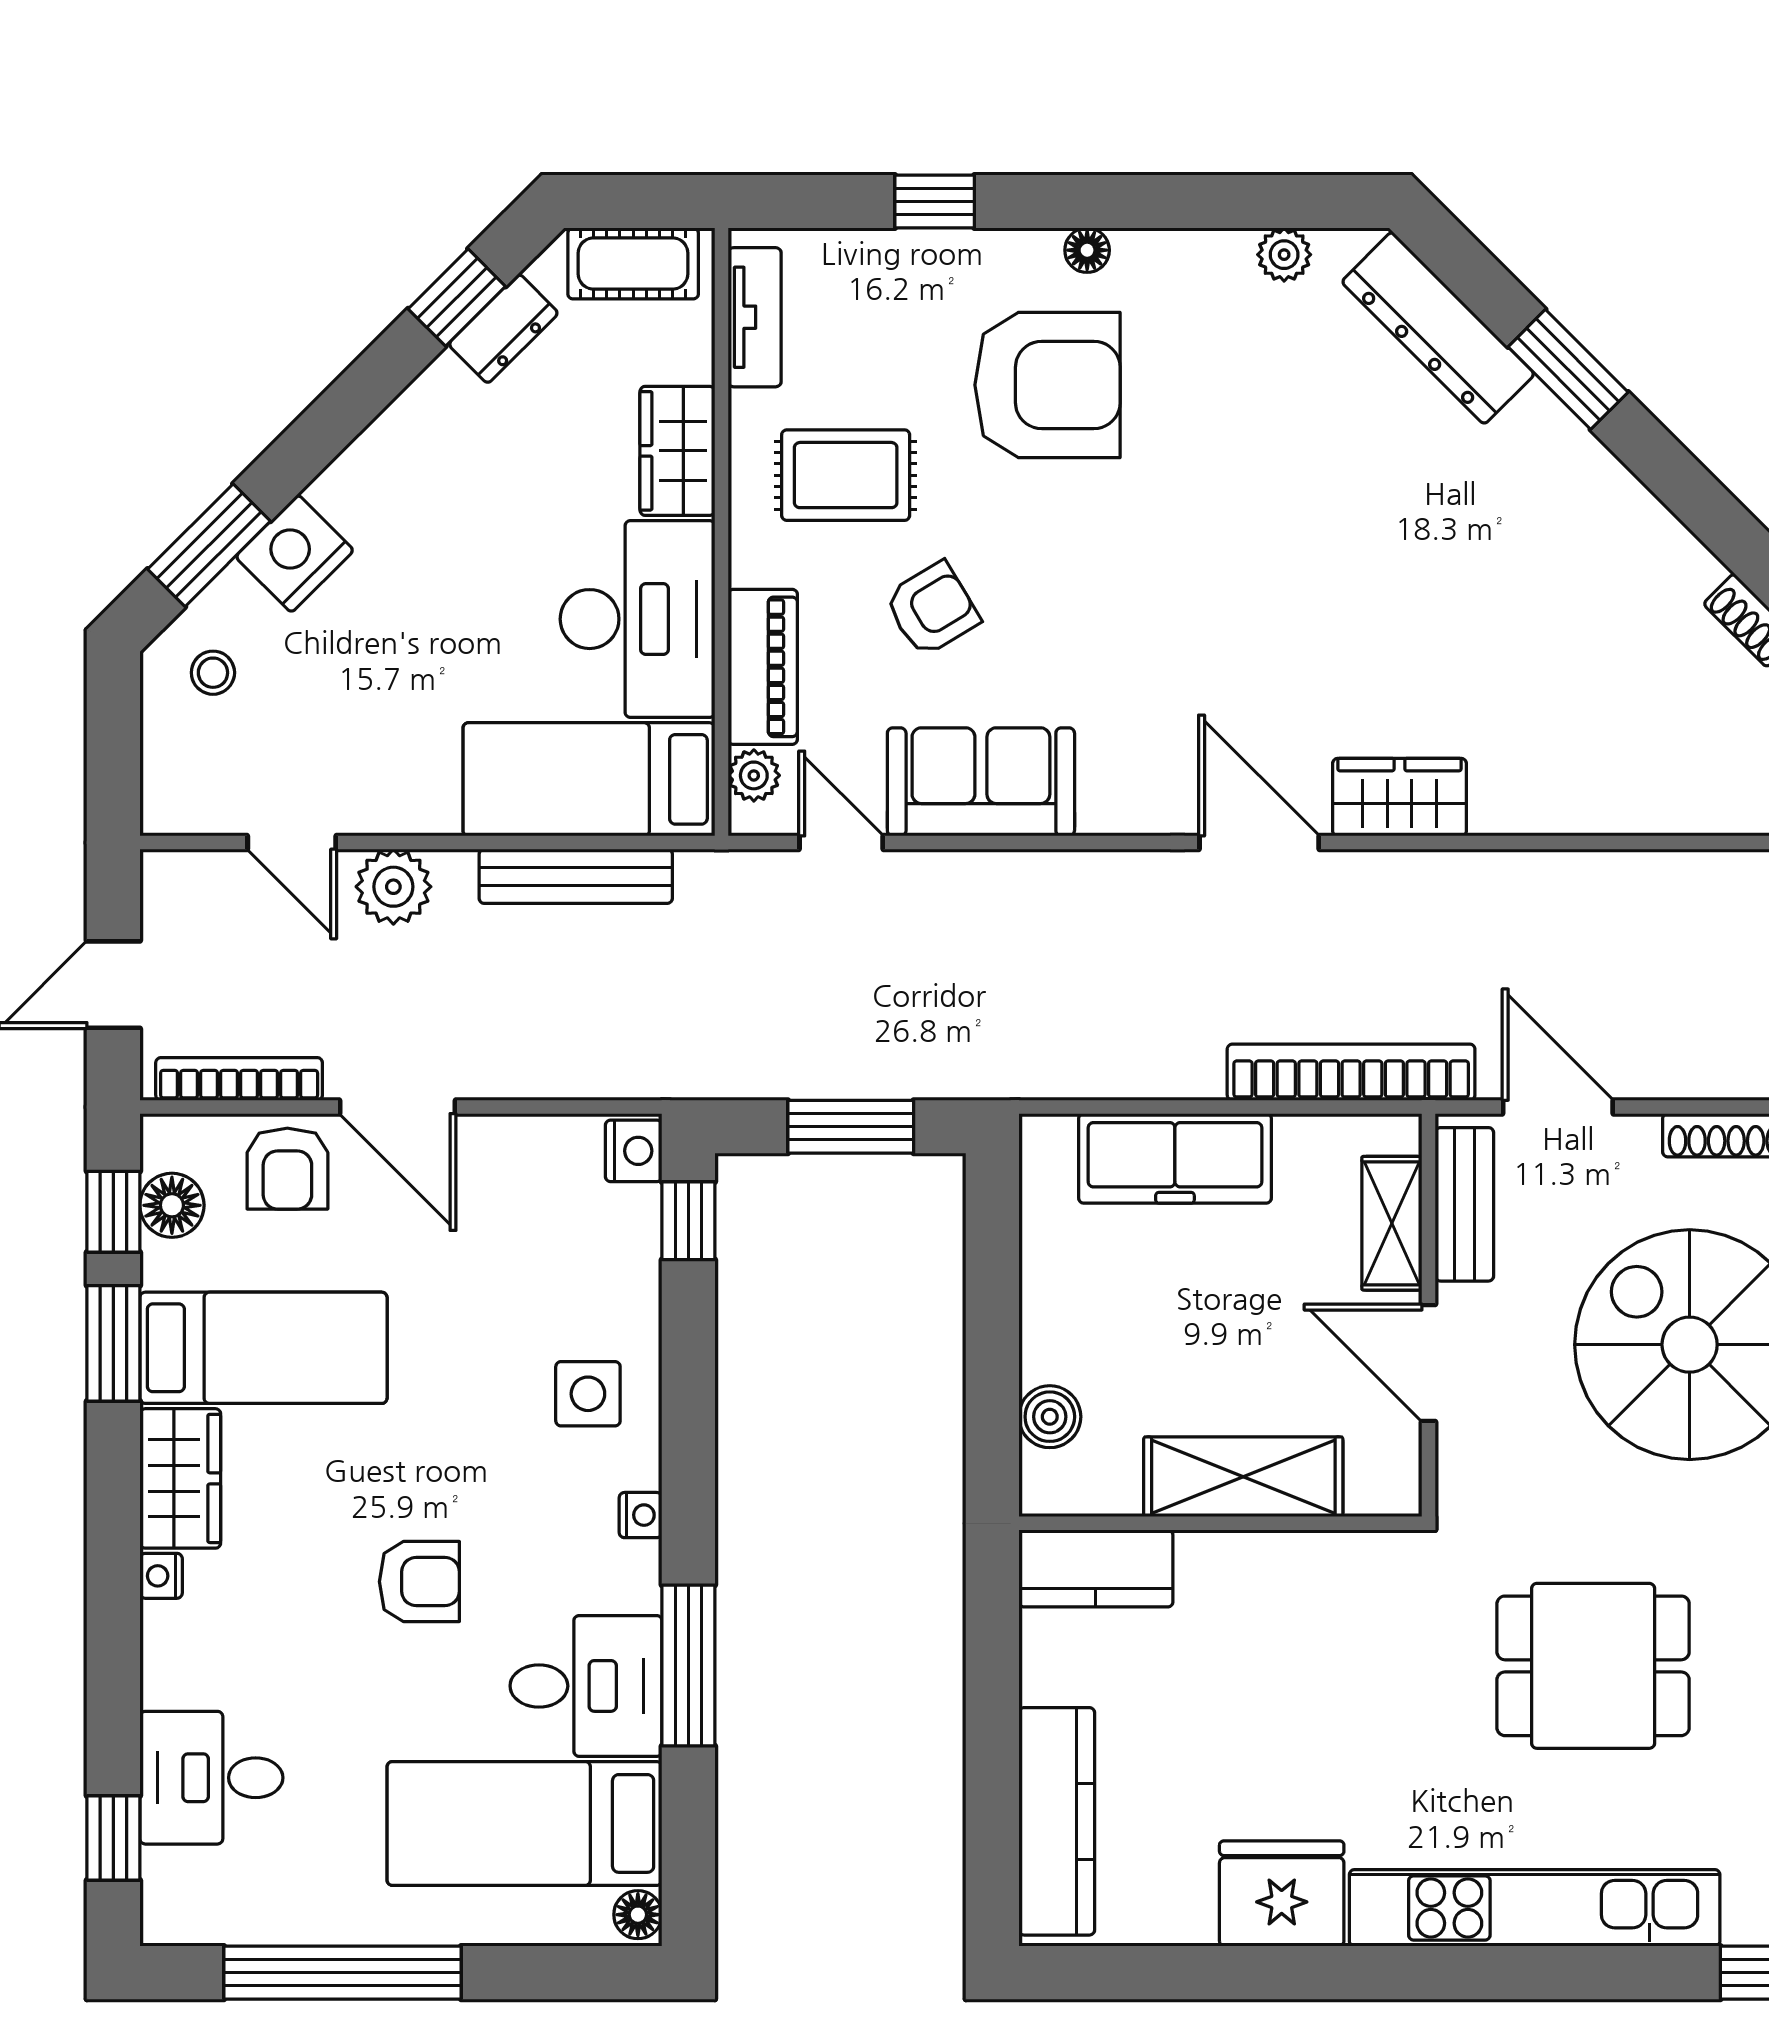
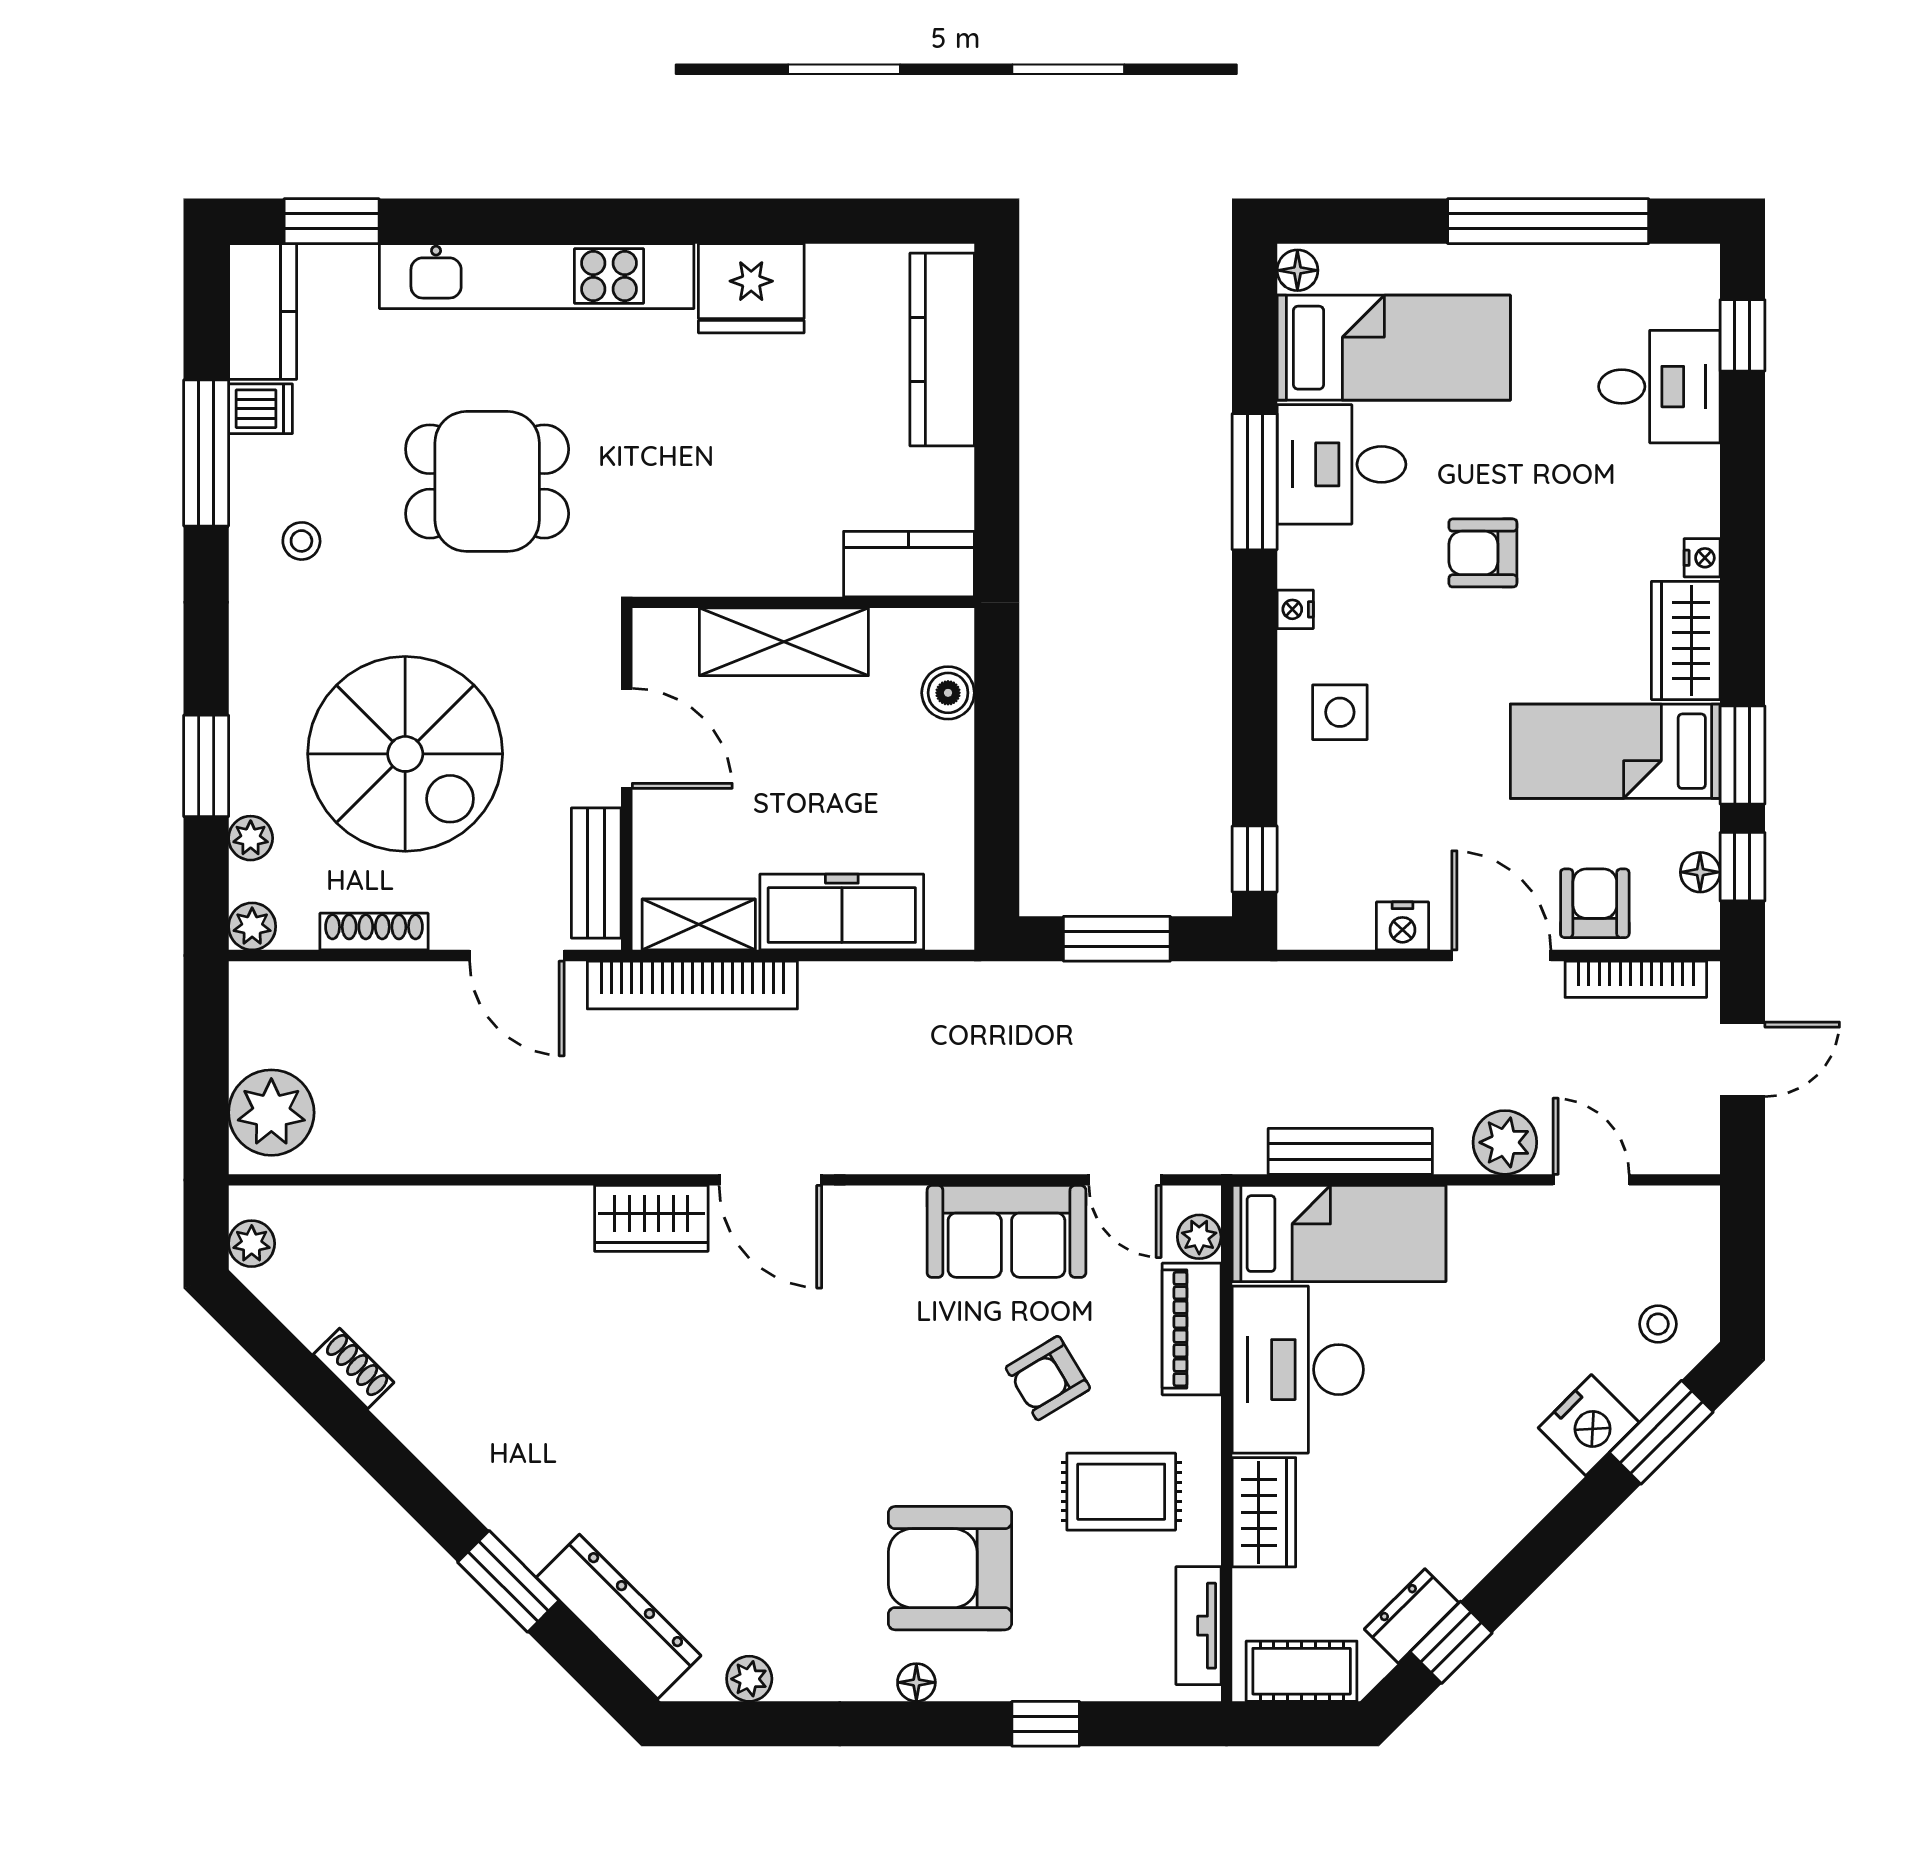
nightstand: (634, 1151) -> (1402, 926), moved, turned -90
floor lamp: (172, 1205) -> (1700, 872), width x0.73, depth x0.73
shelving: (1392, 1223) -> (699, 924), moved, turned 90

